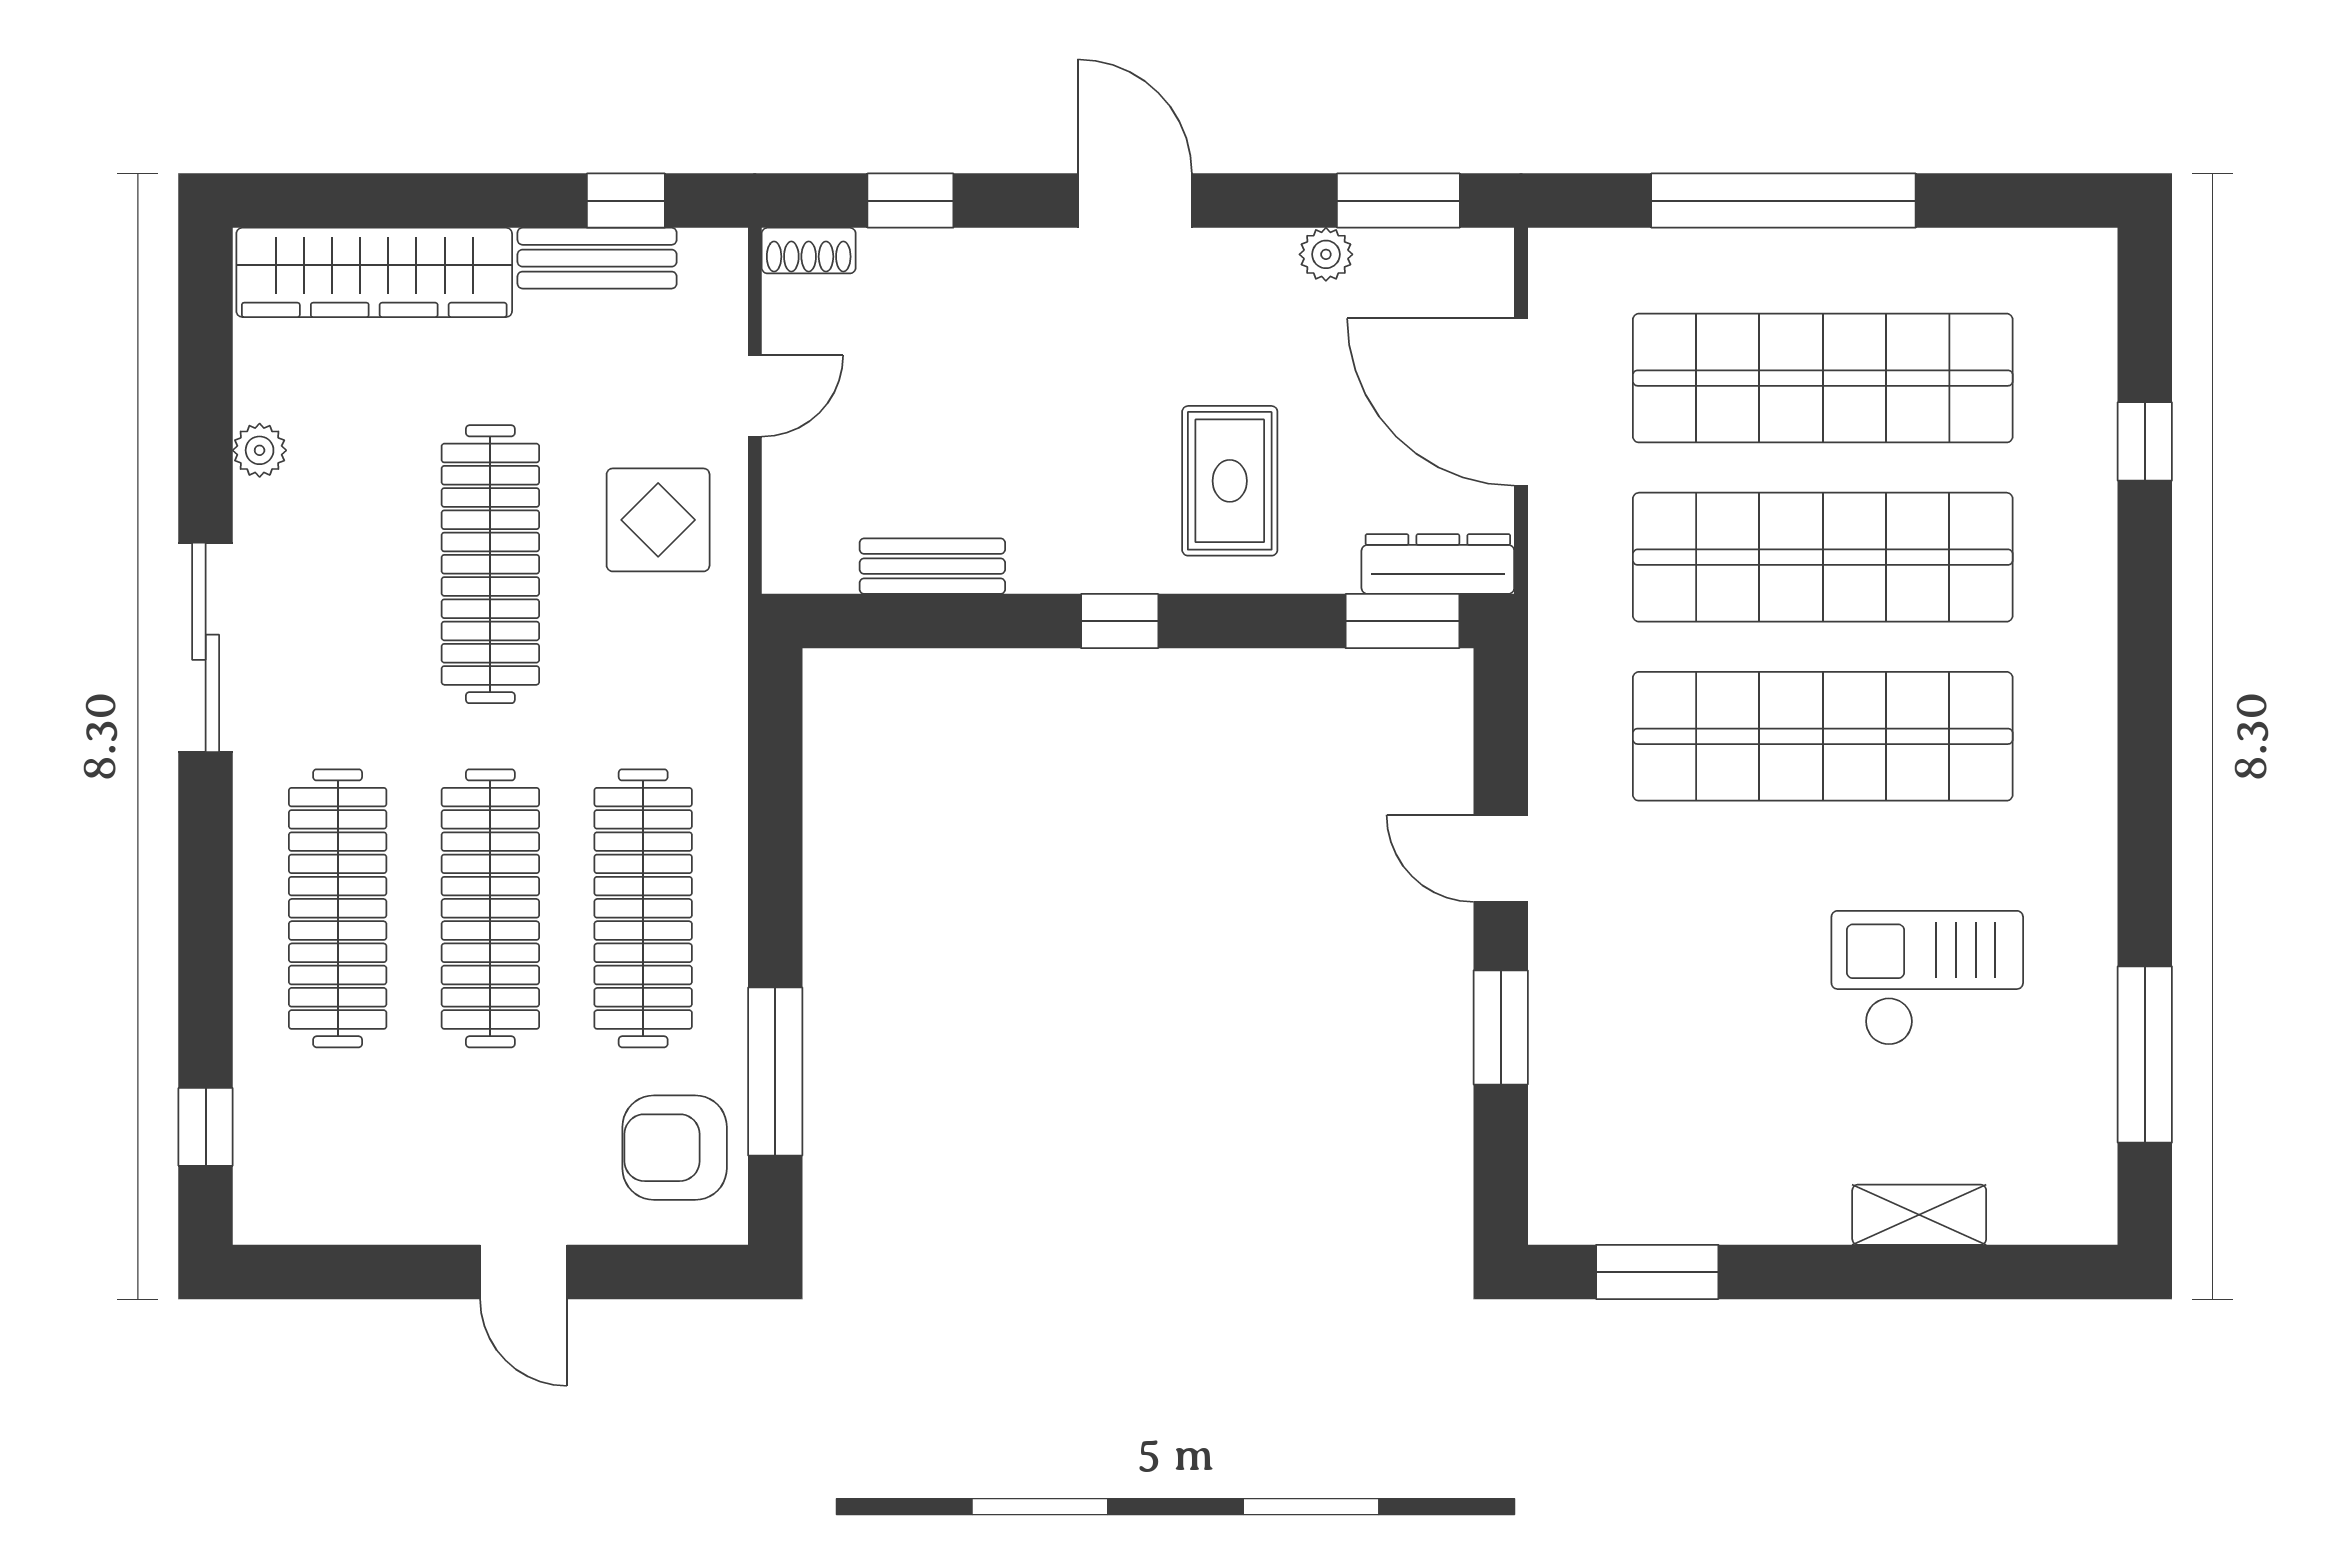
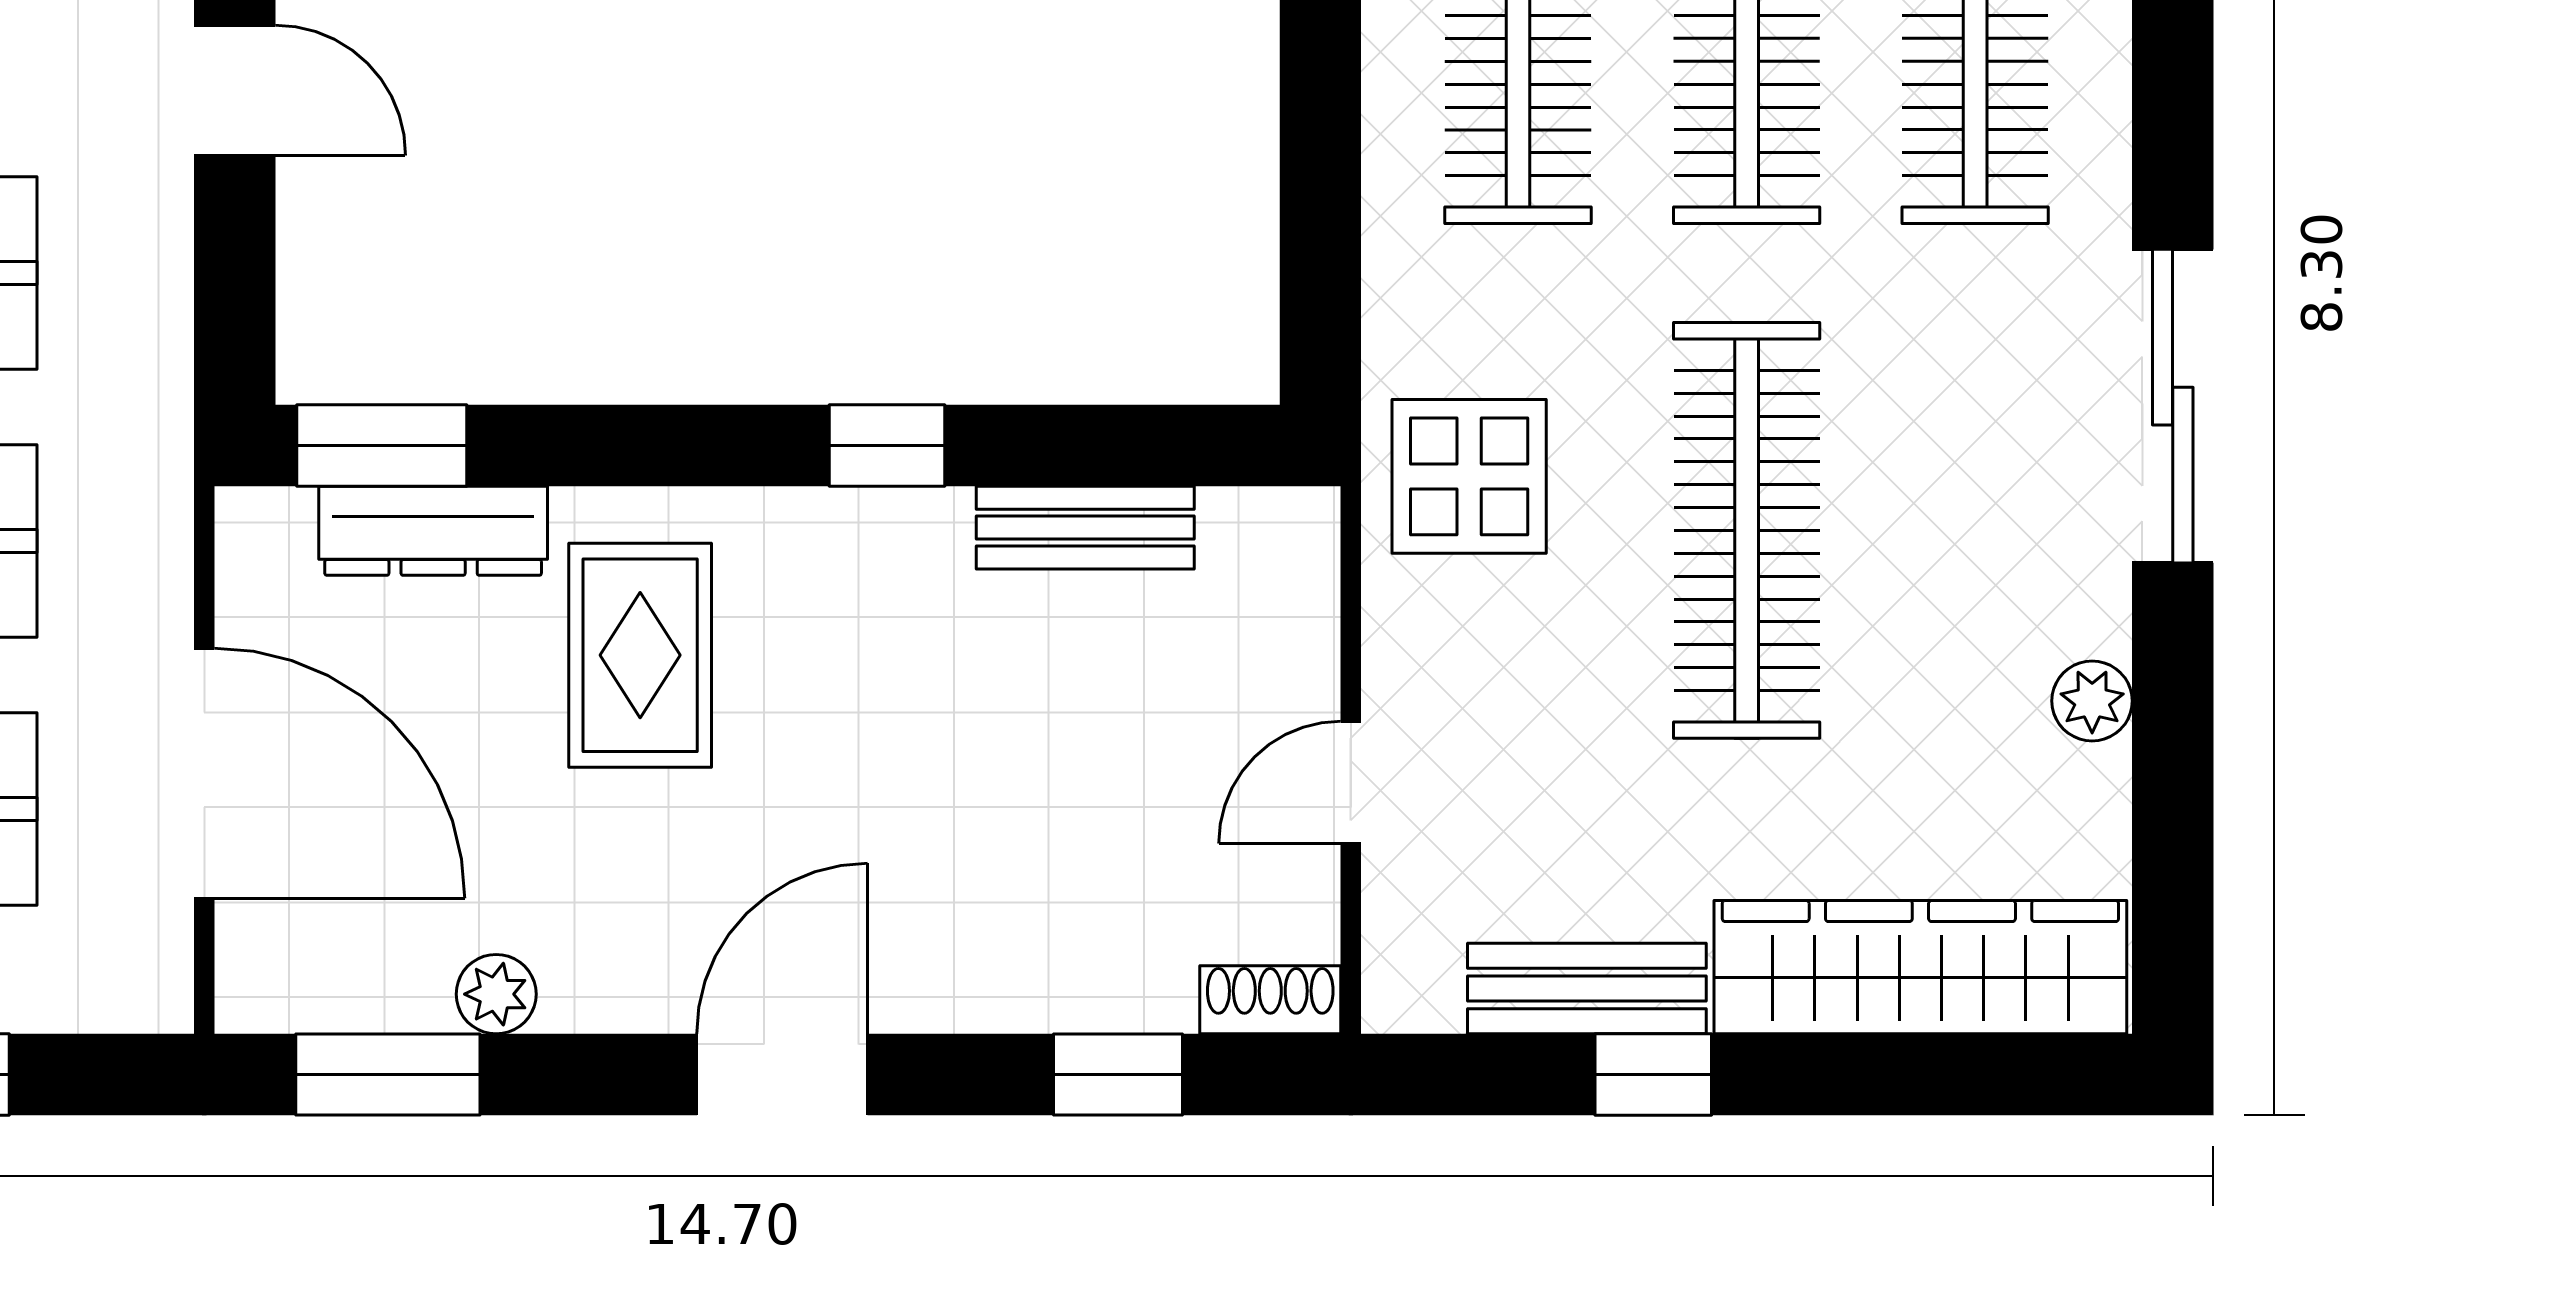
window: (626, 201) -> (1653, 1075), moved
door: (1135, 201) -> (782, 1075), swing flipped
display table: (658, 520) -> (1469, 476), moved
dresser: (1438, 564) -> (433, 531), moved
window: (1120, 621) -> (887, 445), moved

